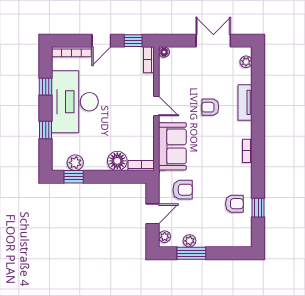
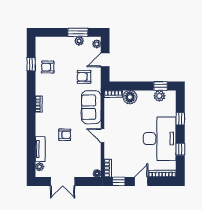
tv unit: (245, 102) -> (40, 149), moved

